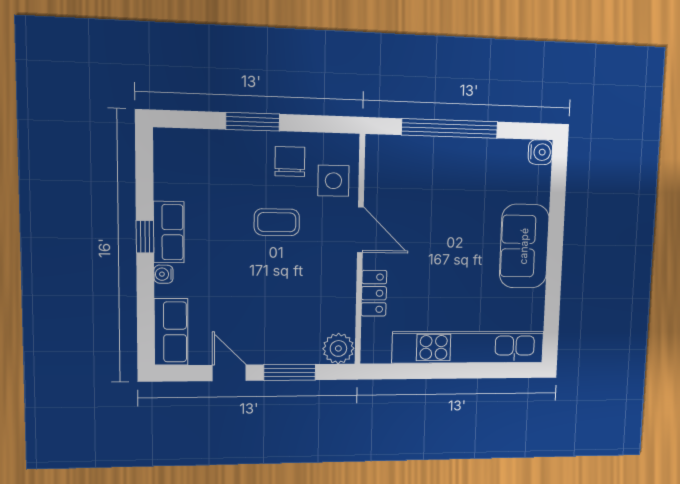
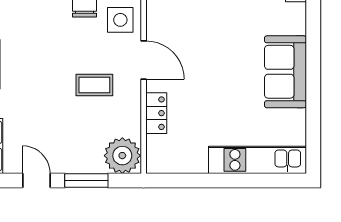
coffee table: (277, 222) -> (94, 85), moved
kitchen unit: (468, 347) -> (257, 160), width x0.73
plant: (338, 348) -> (122, 156), width x1.36, depth x1.36

